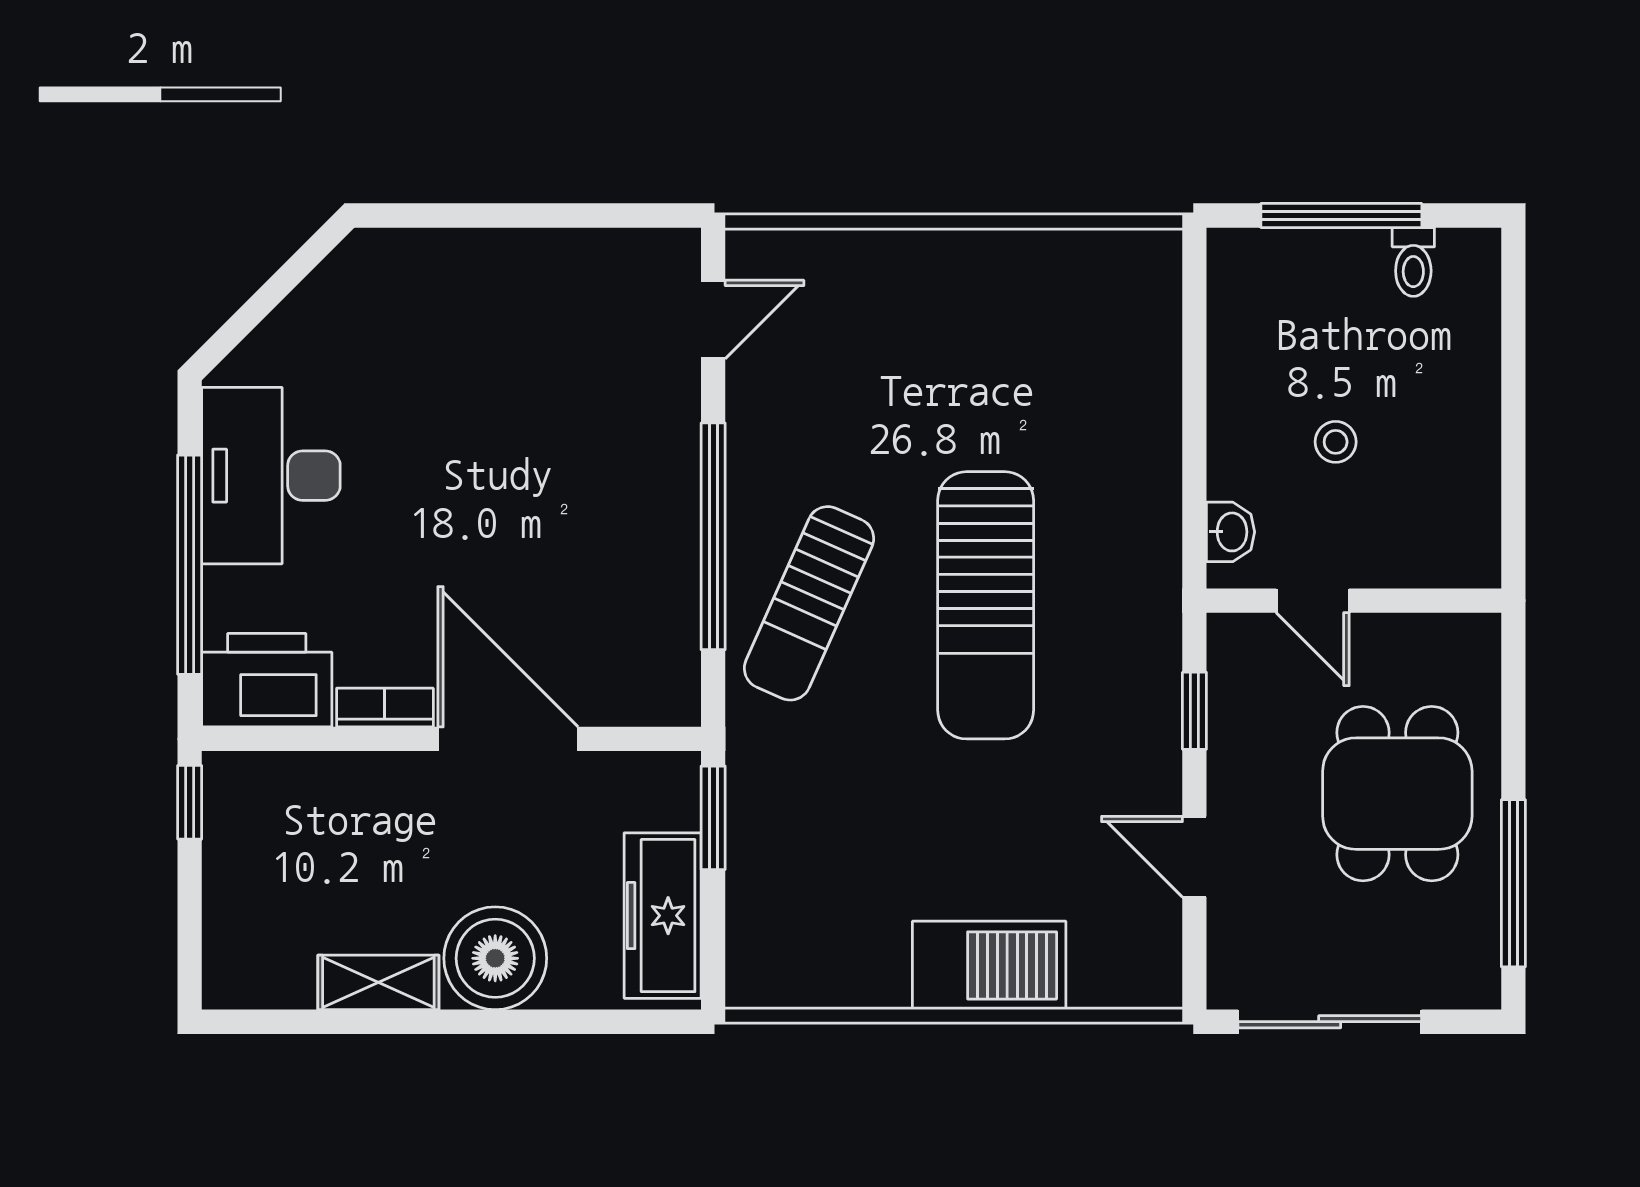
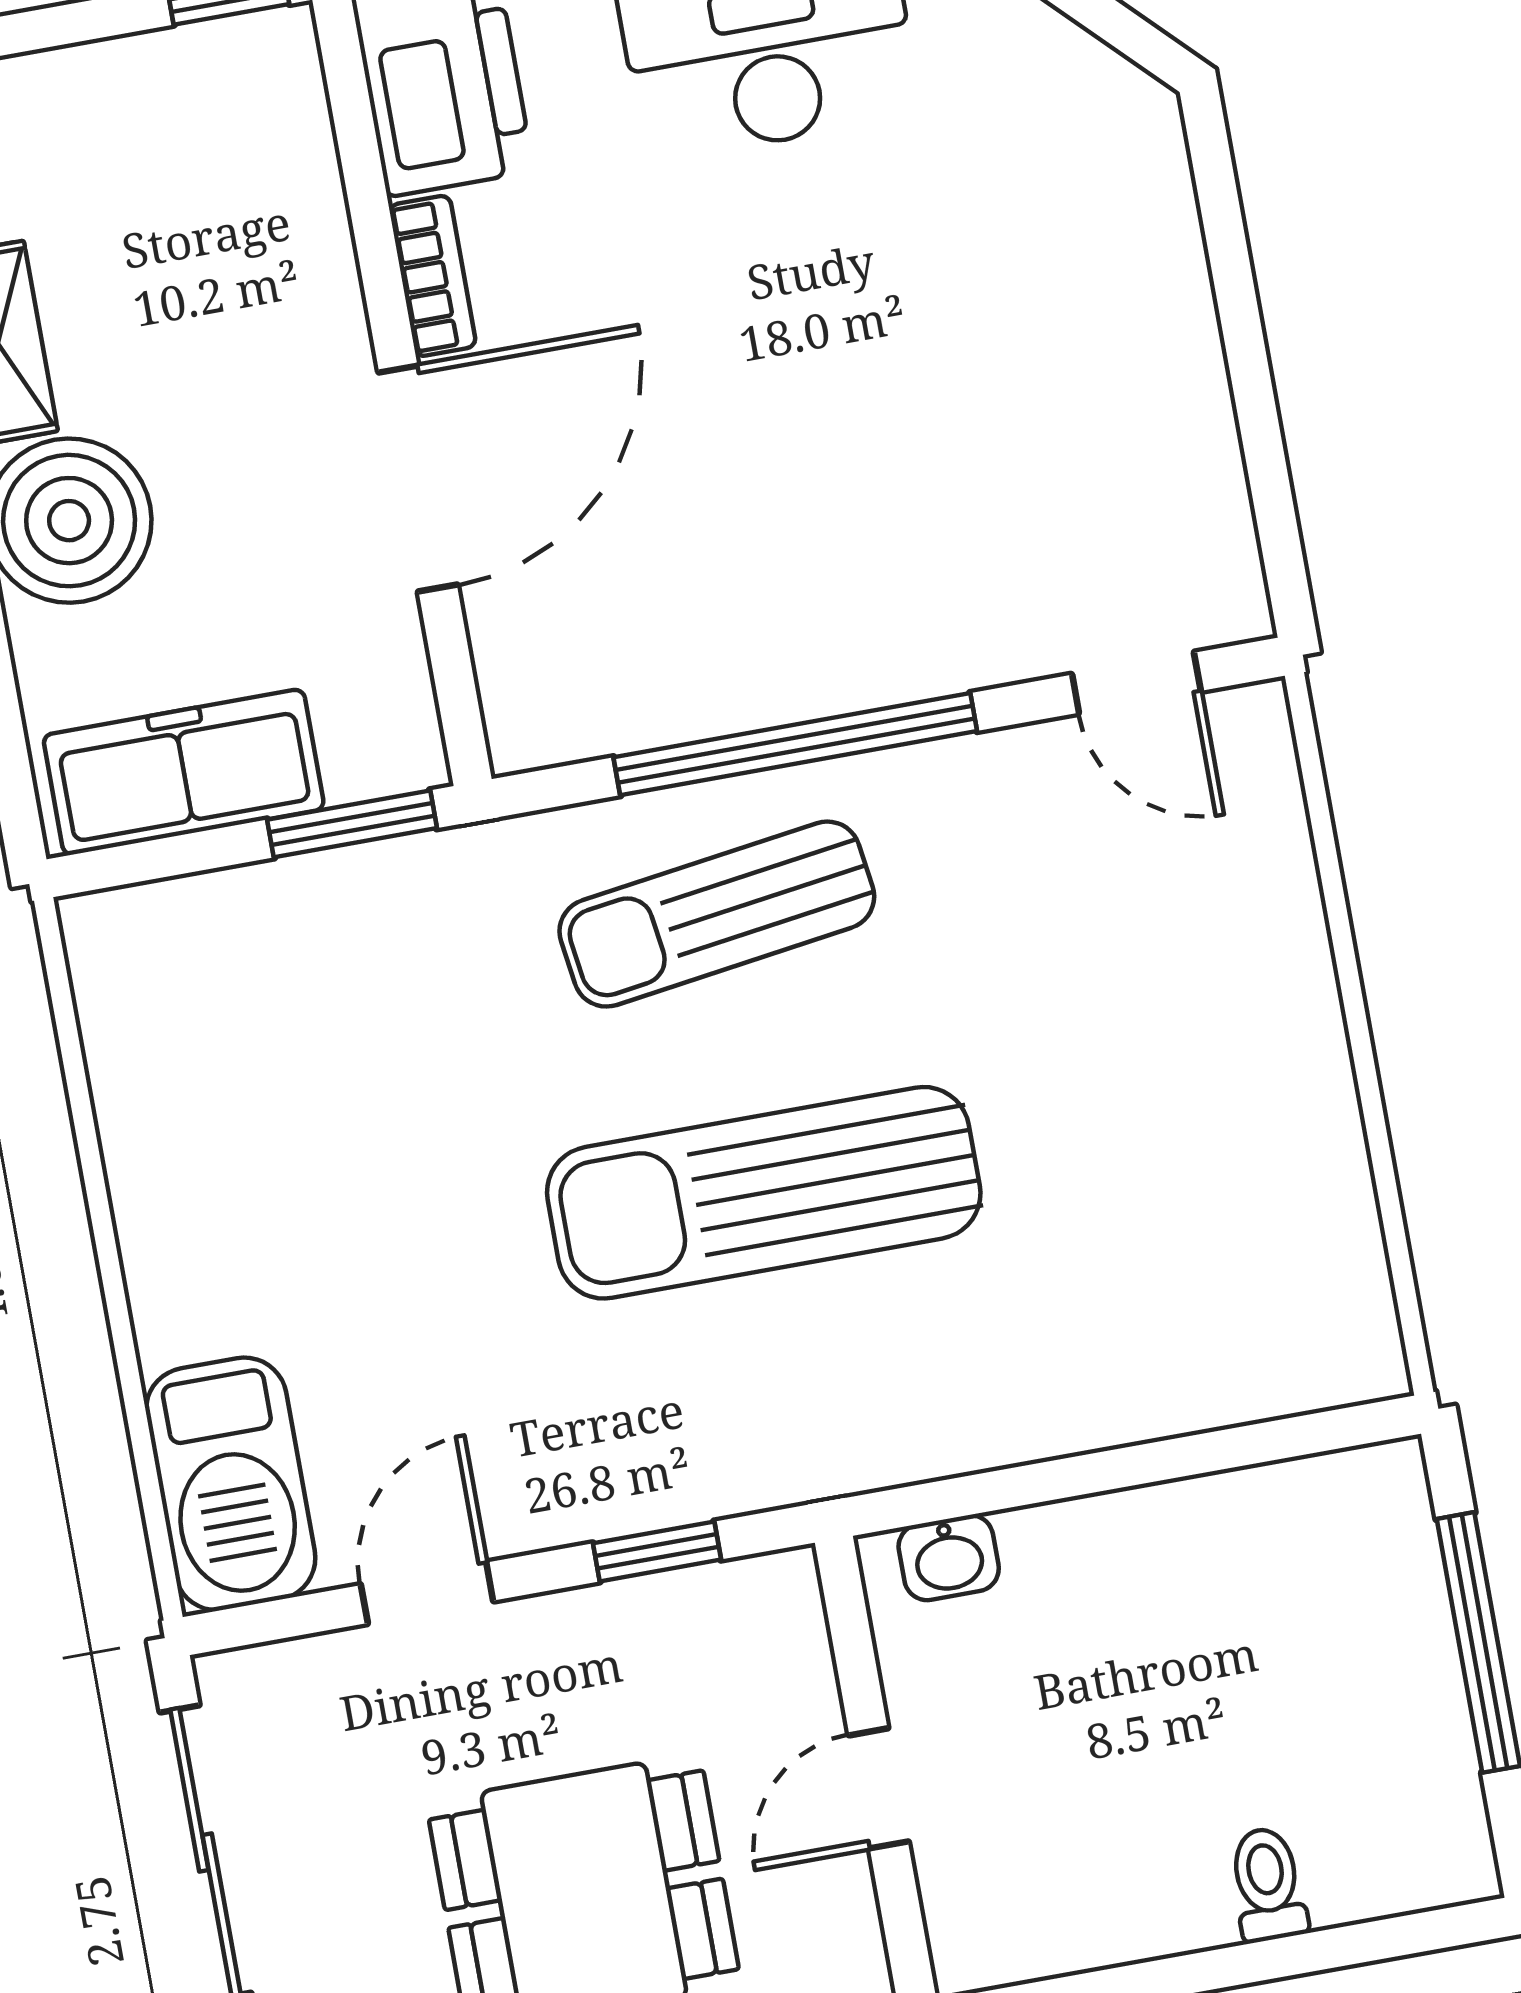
toilet: (1413, 262) -> (1268, 1884), moved, turned 90
stool: (1336, 442) -> (1120, 1698), removed
door: (1313, 601) -> (879, 1788), moved
sun lounger: (809, 603) -> (717, 914), turned -32
barbecue: (989, 965) -> (231, 1484), moved

